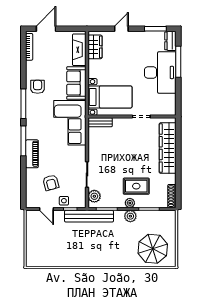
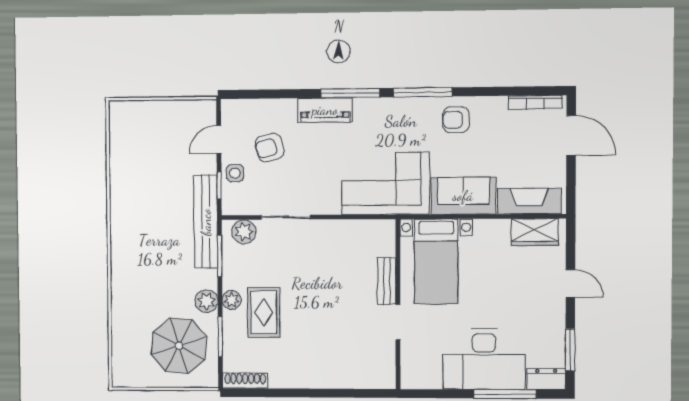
armchair: (38, 87) -> (456, 120), turned 180
bench: (100, 122) -> (387, 281), moved
wardrobe: (168, 148) -> (337, 373), removed
parasol: (153, 249) -> (179, 346), moved

